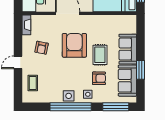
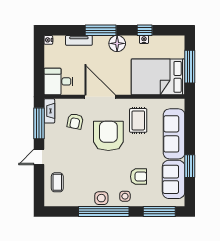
window: (18, 35) -> (39, 123), added
armchair: (42, 48) -> (75, 121), moved
sofa: (128, 49) -> (174, 134), width x1.36
rug: (100, 55) -> (138, 120), moved

